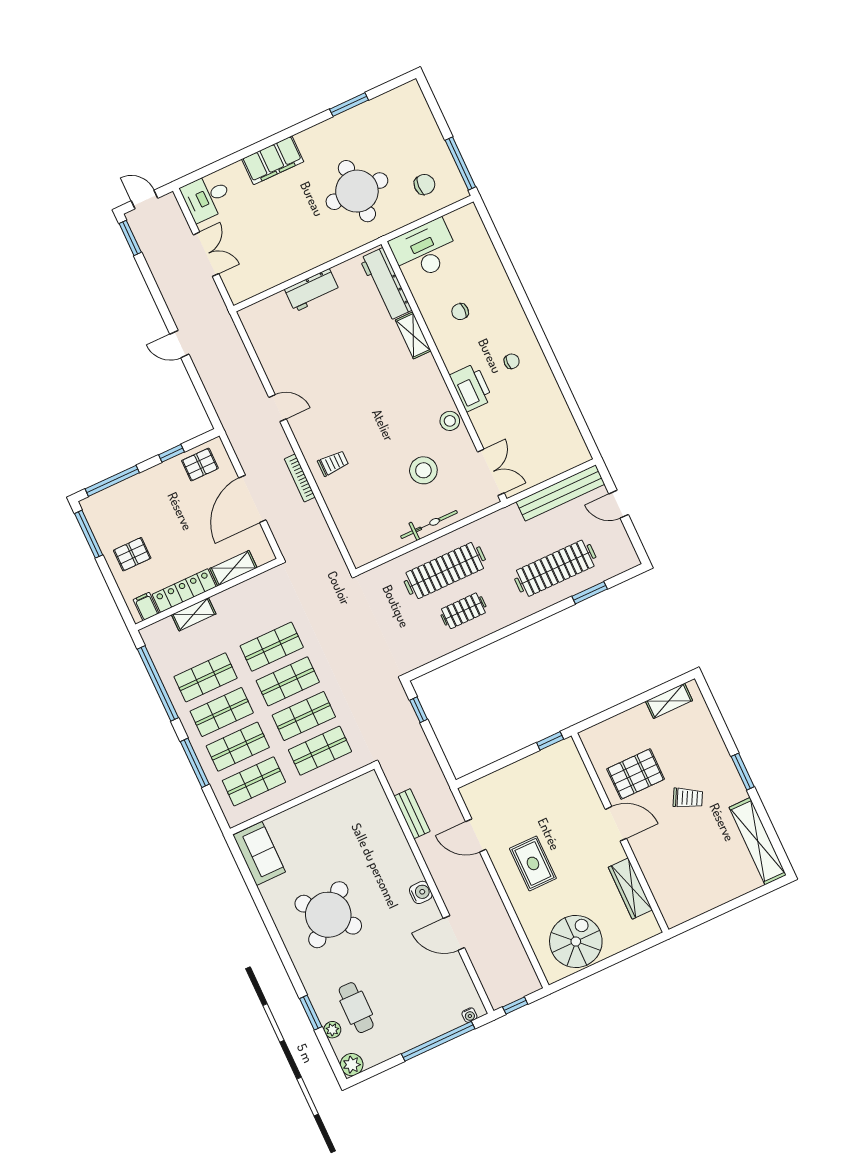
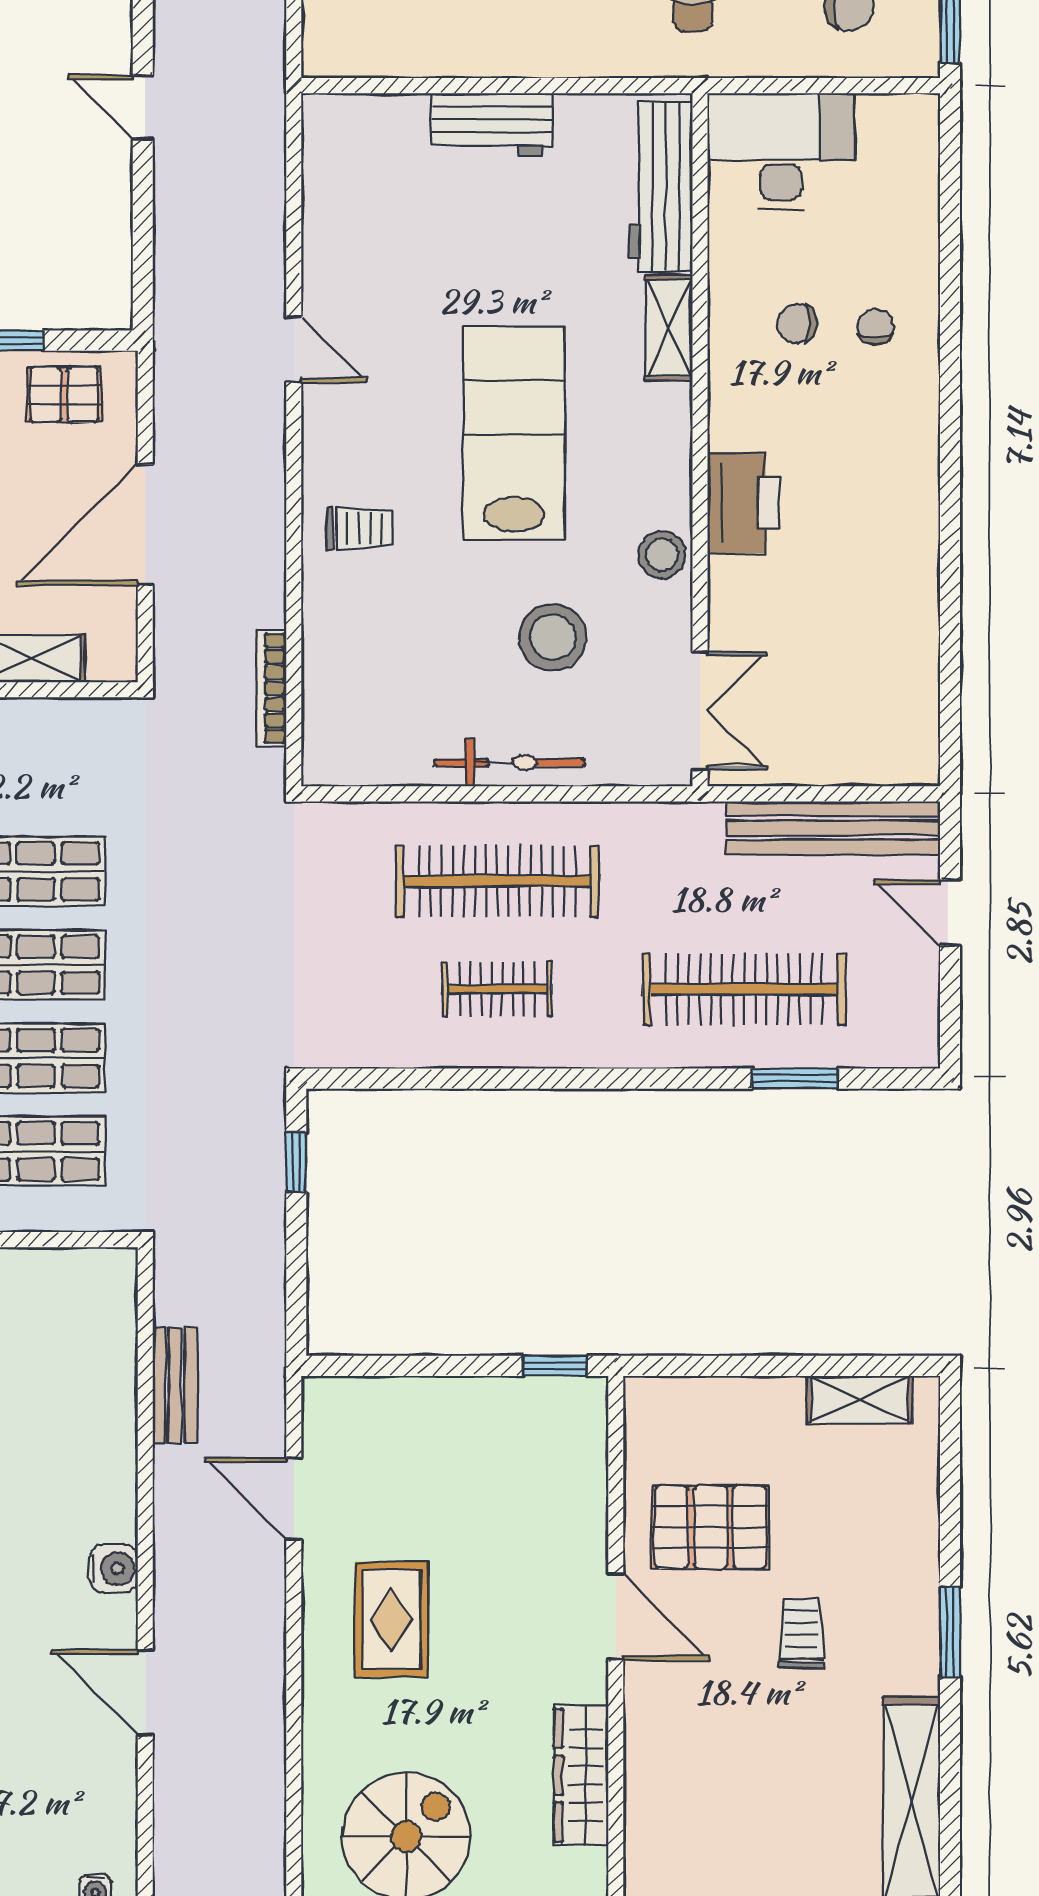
chair: (512, 361) -> (875, 327), moved, turned -90
lab bench: (374, 401) -> (514, 433), added
bookcase: (300, 478) -> (271, 688), moved
trolley: (688, 798) -> (802, 1634), turned -118

